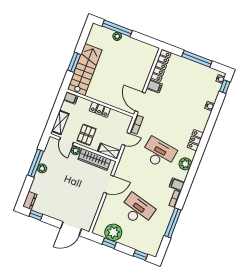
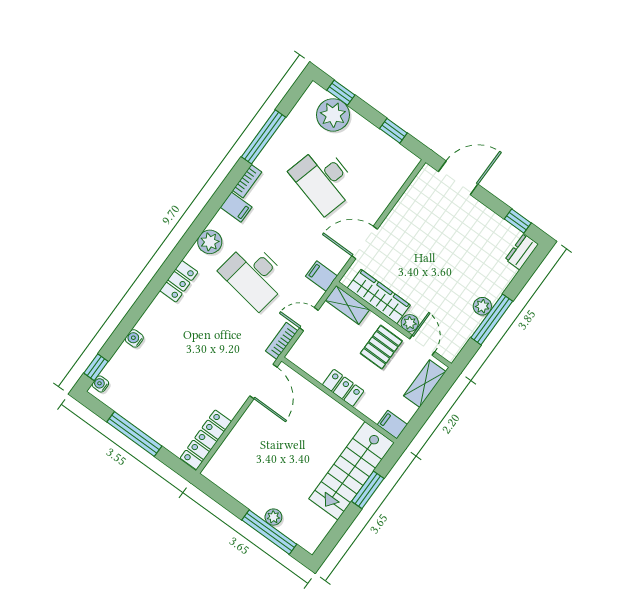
filing cabinet: (154, 86) -> (322, 276), moved
plant: (113, 232) -> (333, 115), moved

